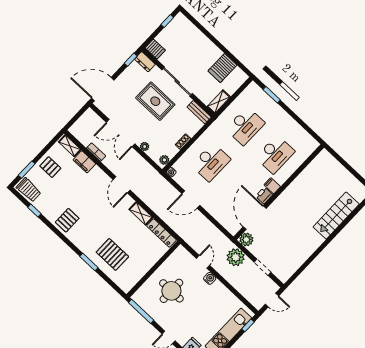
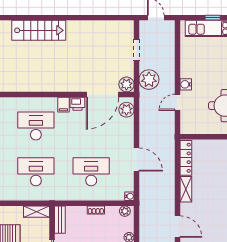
door: (122, 185) -> (177, 227), hinge flipped
plant: (230, 224) -> (126, 110), added
window: (248, 325) -> (213, 18), moved

